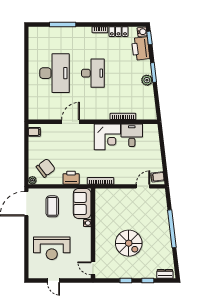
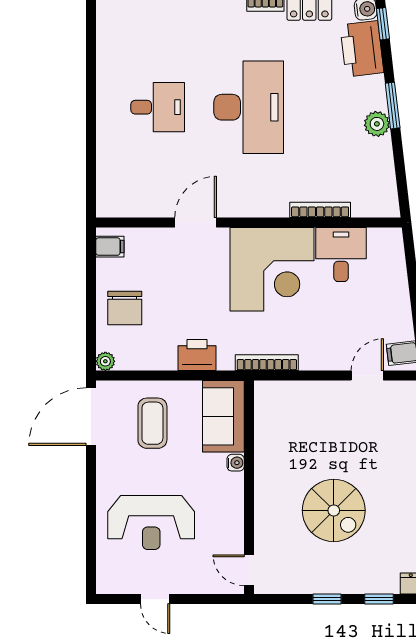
desk: (55, 73) -> (158, 107), width x0.53, depth x0.77
desk: (93, 73) -> (249, 107), width x1.36, depth x1.30
corner desk: (107, 137) -> (272, 269), width x1.36, depth x1.36
chair: (46, 168) -> (125, 308), moved, turned 127

